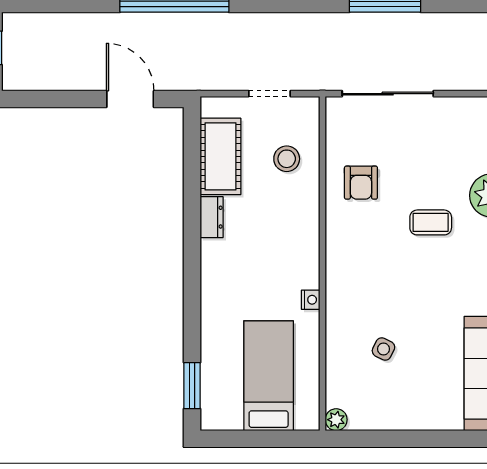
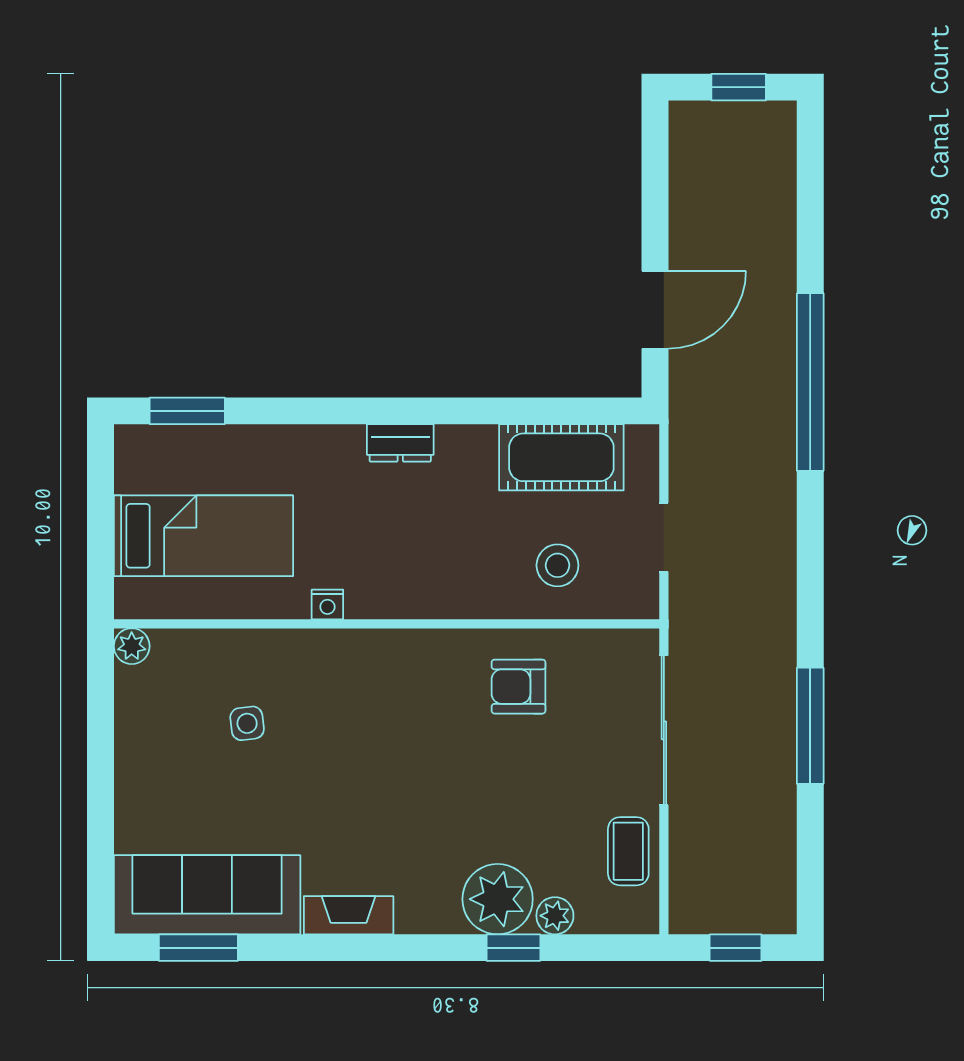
dresser: (212, 217) -> (400, 443), moved
coffee table: (431, 222) -> (628, 851), moved
side table: (383, 349) -> (247, 723), turned -34

